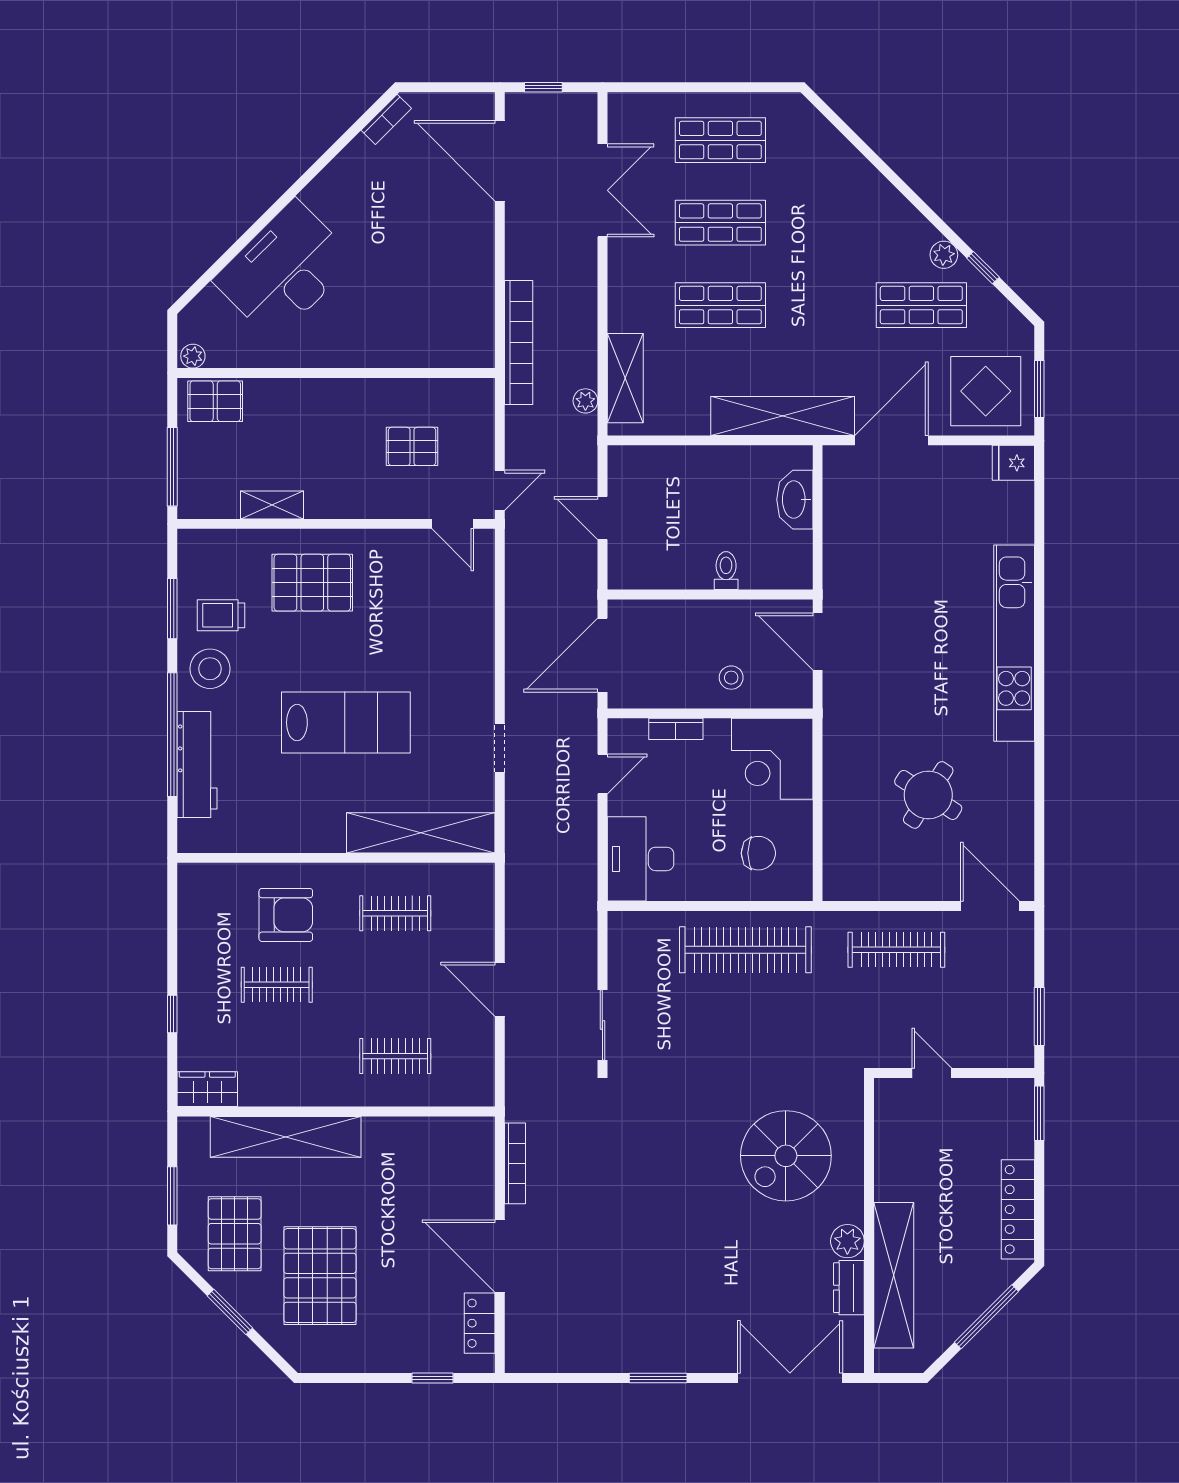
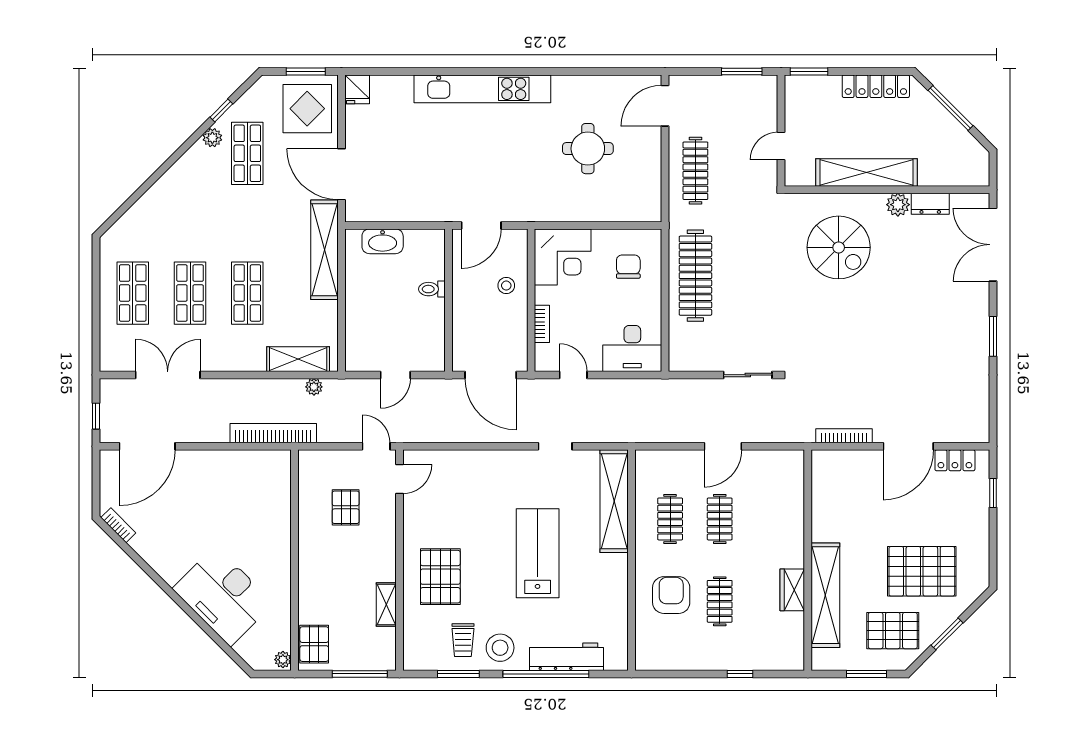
round table: (928, 795) -> (588, 149), turned -32
clothes rail: (395, 1056) -> (720, 519), moved
wardrobe: (207, 1089) -> (792, 590), moved
shelving: (894, 1275) -> (867, 173), moved

